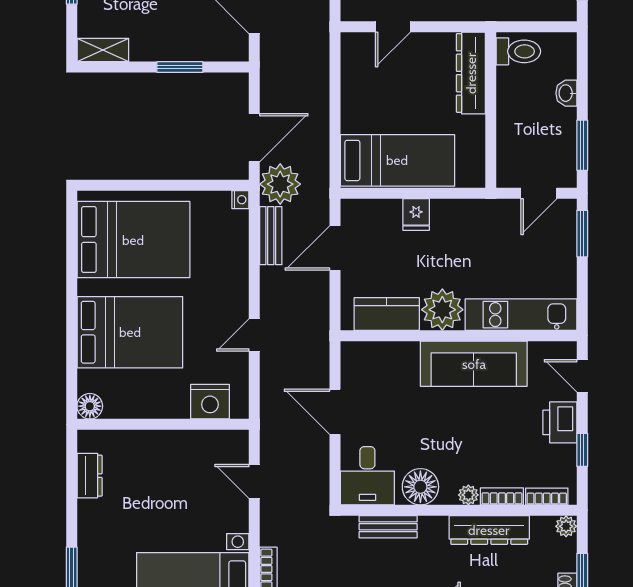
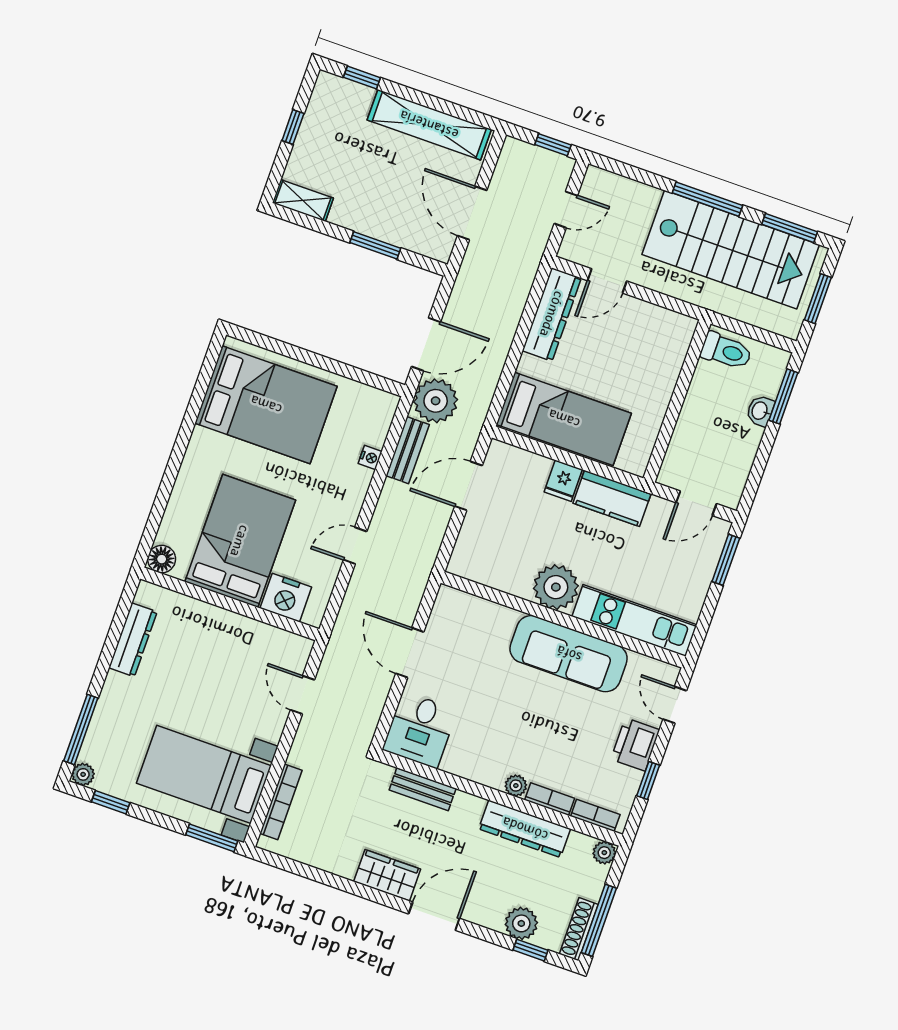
dresser: (471, 73) -> (552, 314), moved, turned 180
window: (582, 145) -> (783, 396), moved
nightstand: (240, 200) -> (370, 458), moved
kitchen counter: (387, 314) -> (612, 498), moved, turned 180
bed: (130, 332) -> (240, 541), moved, turned -90
dresser: (90, 476) -> (133, 640), width x1.44
floor lamp: (420, 487) -> (470, 760), removed

